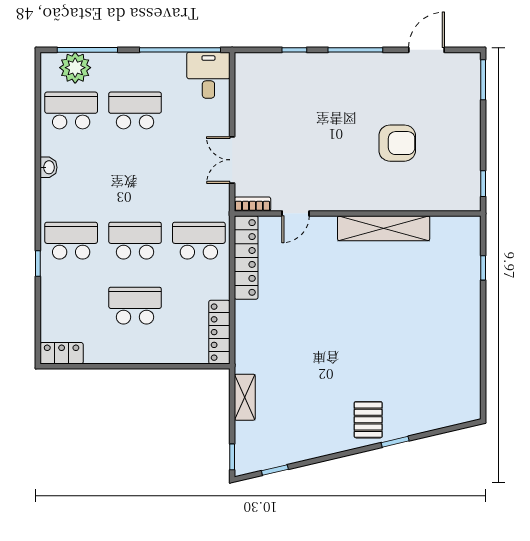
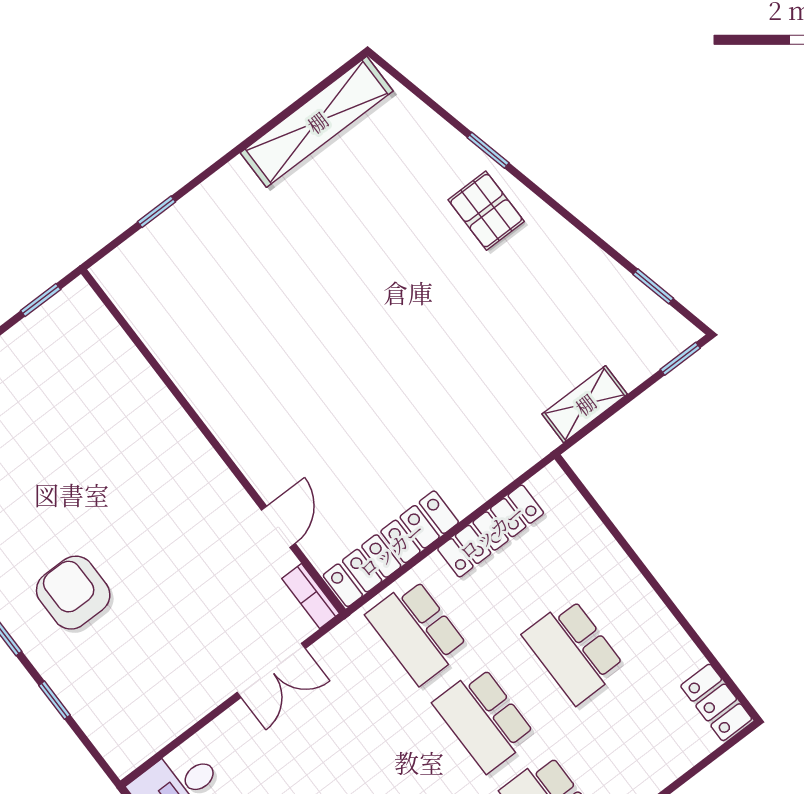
armchair: (397, 143) -> (73, 593), moved
door: (296, 213) -> (278, 527), hinge flipped
shelving: (384, 228) -> (317, 122), moved, turned 90
locker: (219, 332) -> (491, 531), moved
pallet: (368, 420) -> (486, 211), turned 90

